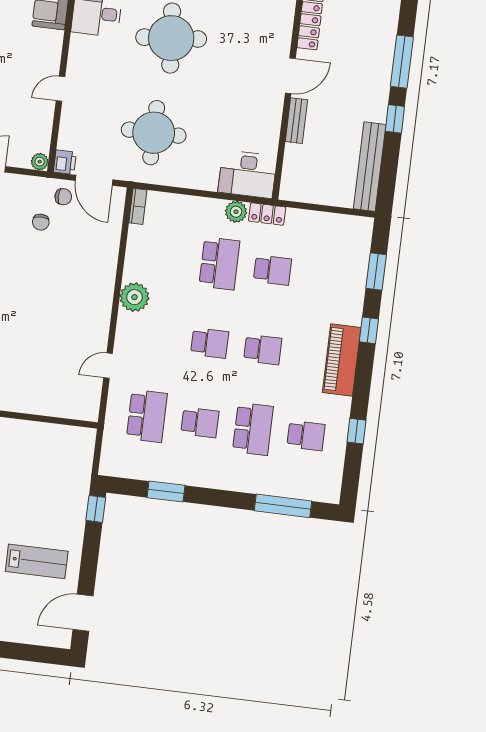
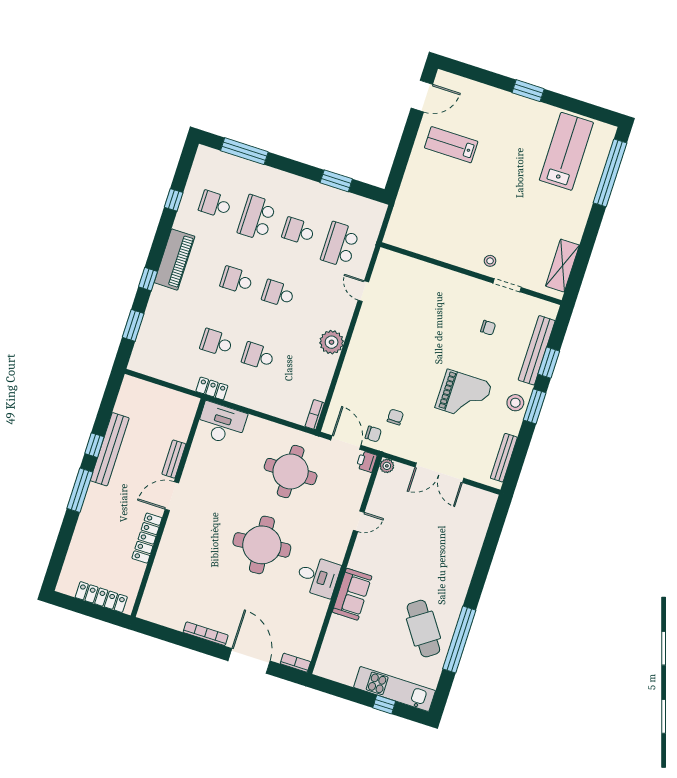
bench: (370, 167) -> (110, 449), moved
chair: (63, 197) -> (373, 434), turned 180
plant: (236, 212) -> (237, 395), removed
school desk: (219, 263) -> (258, 356), width x0.54
door: (108, 366) -> (363, 291), swing flipped
window: (96, 509) -> (396, 178), removed

